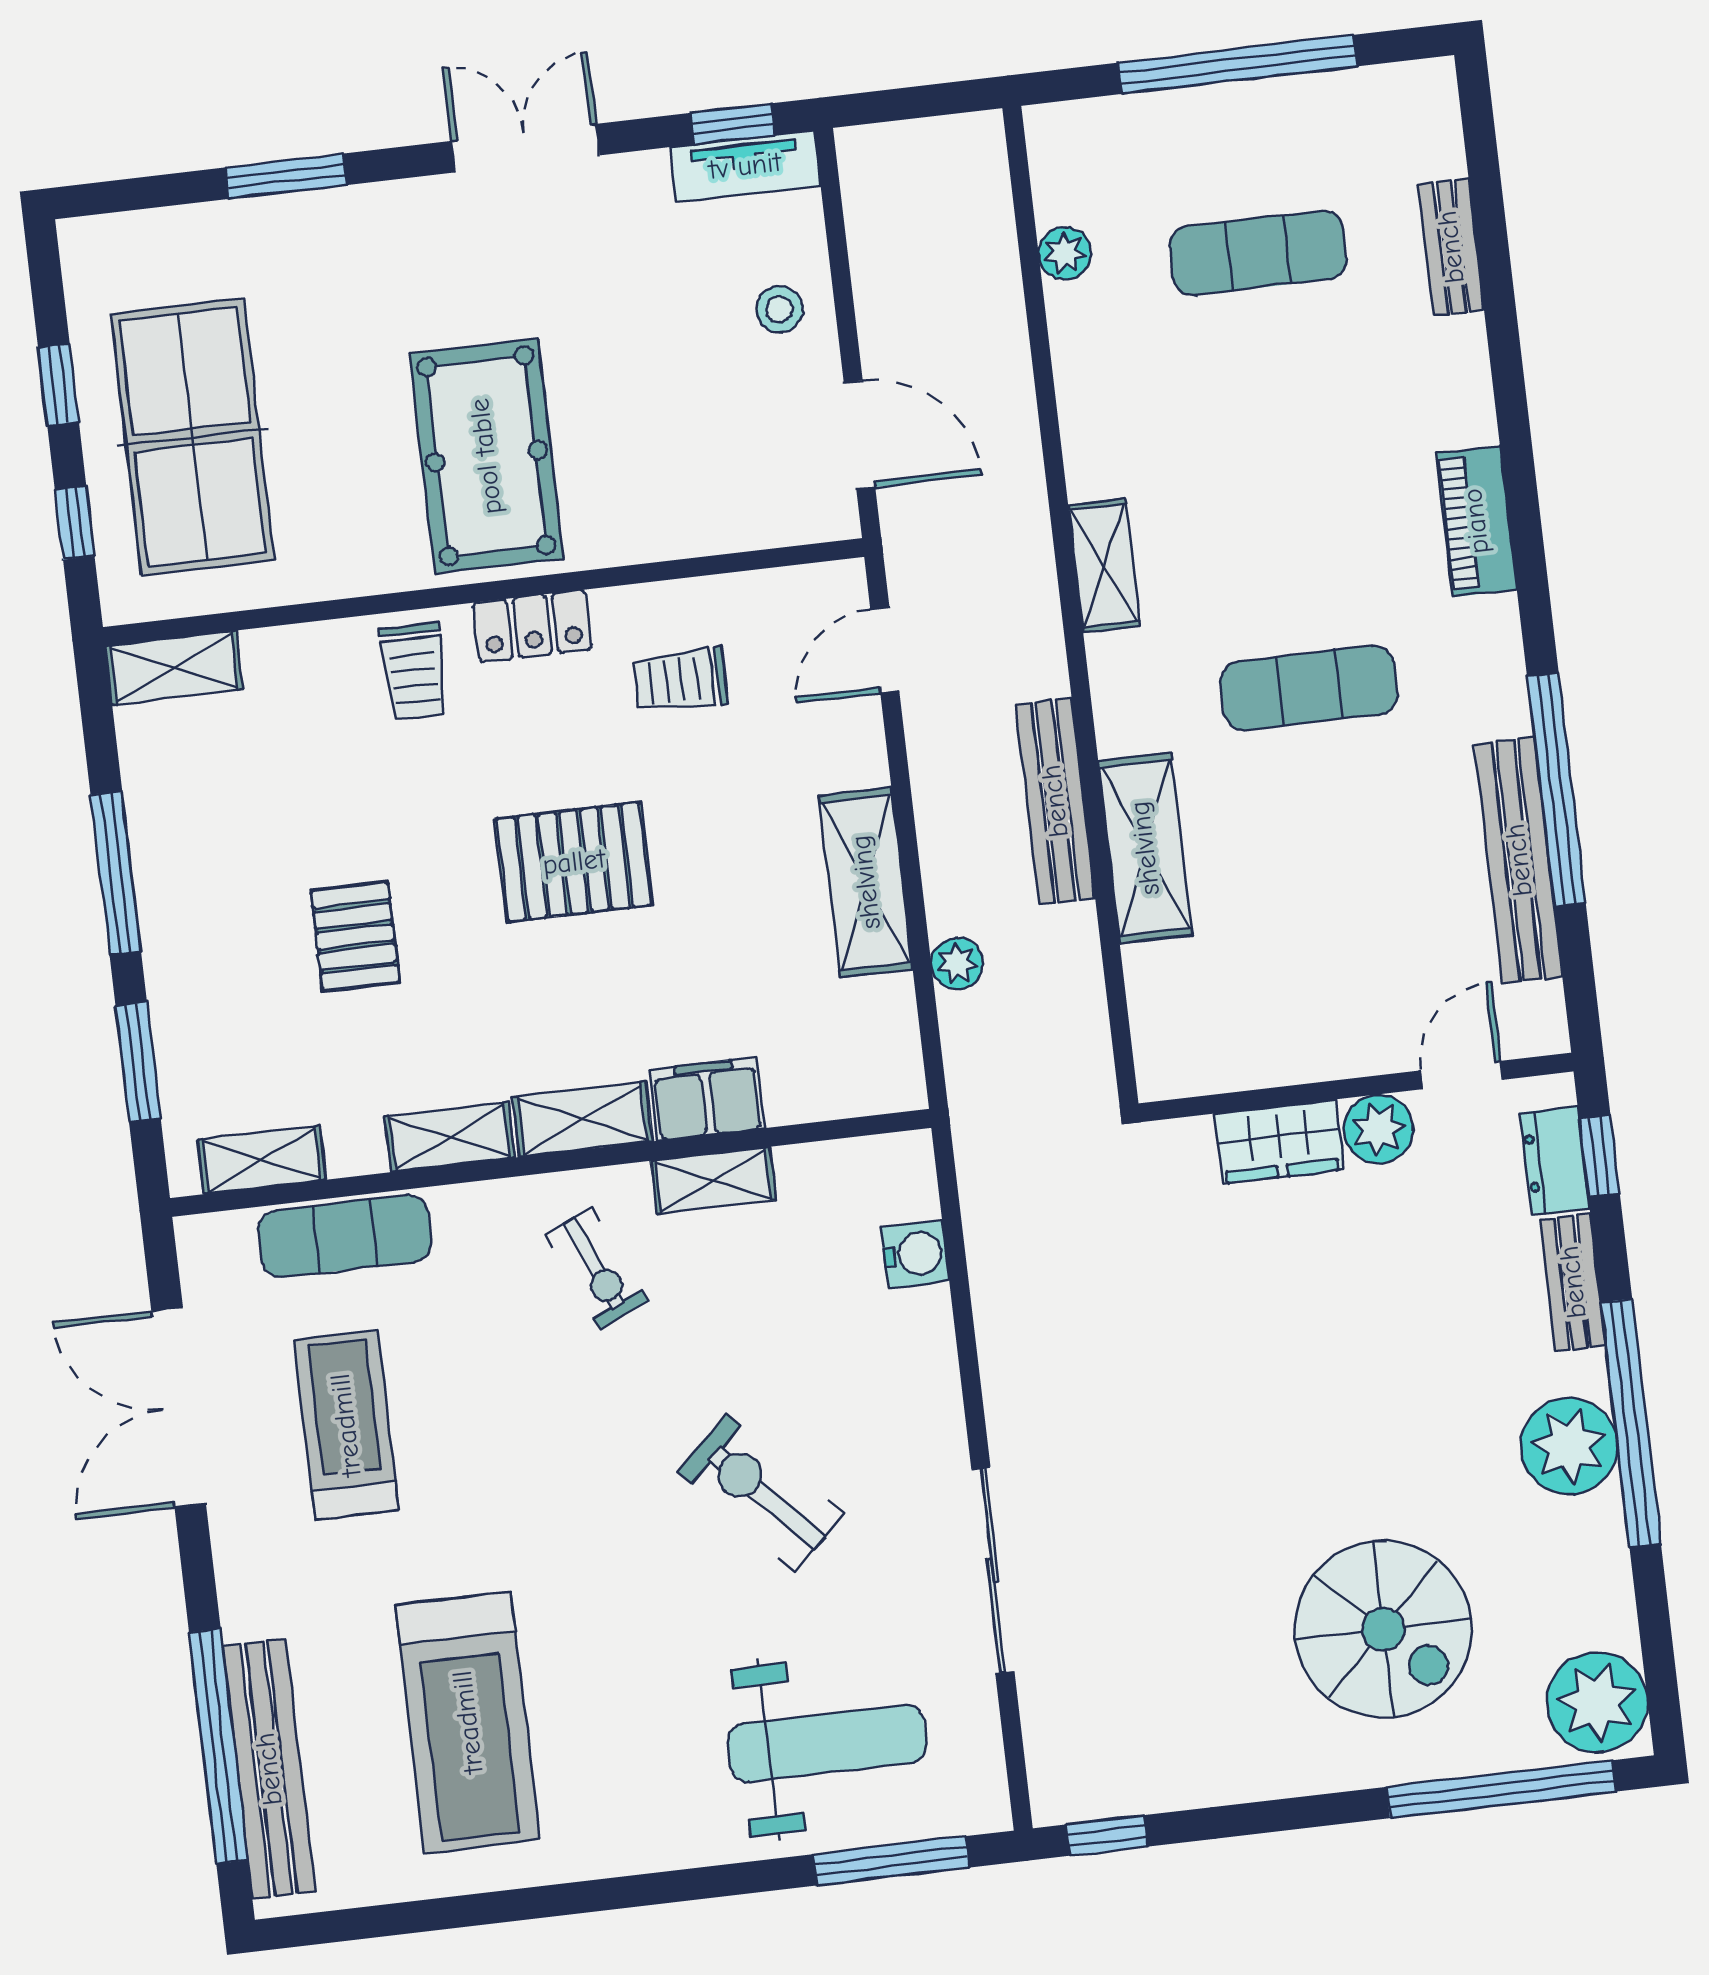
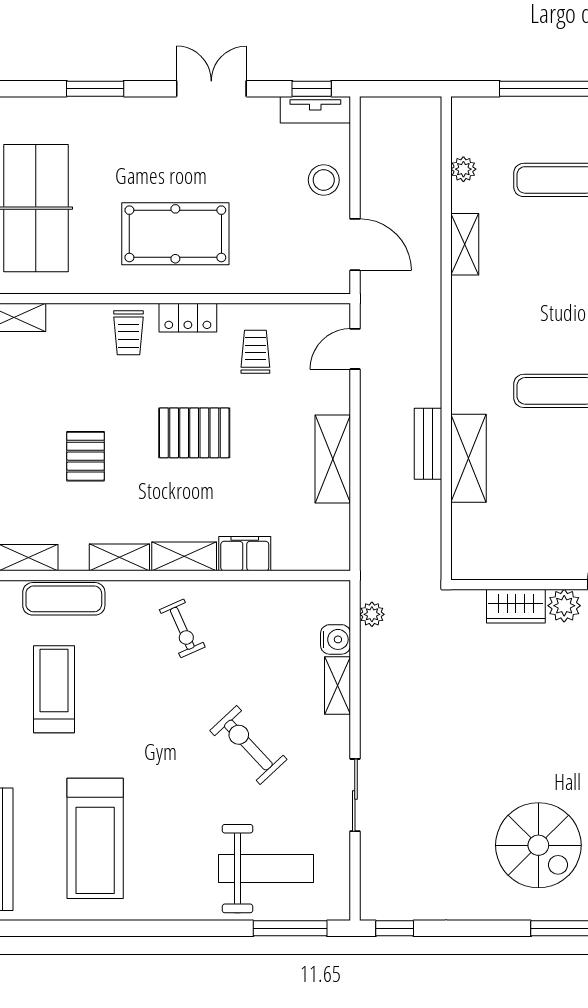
stool: (779, 309) -> (324, 180), width x1.37, depth x1.37
pool table: (486, 456) -> (175, 234), turned 90
shelving: (1104, 565) -> (465, 244), moved
trolley: (680, 680) -> (255, 352), turned 90
bench: (1055, 801) -> (428, 444), width x0.73
plant: (957, 964) -> (372, 614), moved
shelving: (713, 1180) -> (337, 686), moved, turned 90
sliding door: (993, 1570) -> (355, 795), width x0.73

